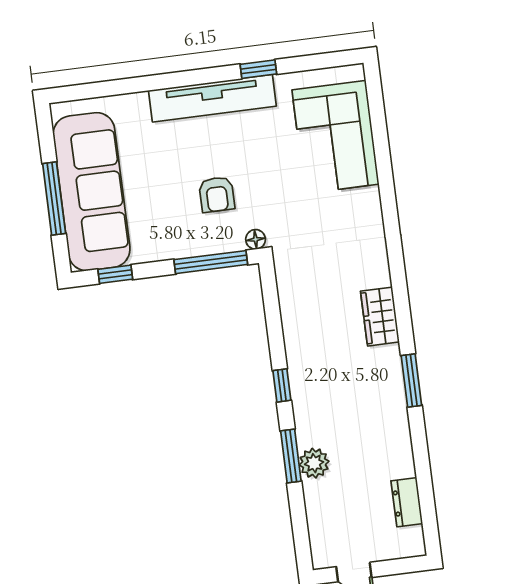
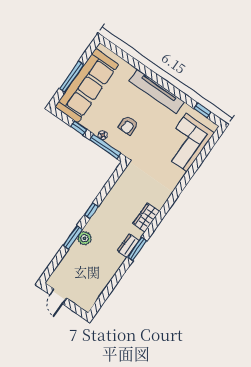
window: (258, 69) -> (202, 110), moved
floor lamp: (256, 239) -> (103, 135), moved
window: (115, 274) -> (79, 128), moved
plant: (314, 463) -> (85, 238), moved
dresser: (407, 502) -> (128, 246), moved

